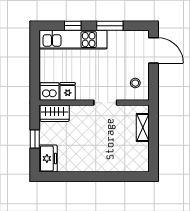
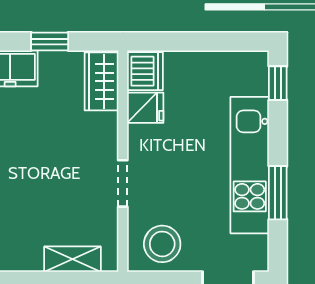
window: (73, 26) -> (278, 83), moved
kitchen unit: (73, 40) -> (250, 165), moved
stool: (135, 83) -> (162, 244), width x1.89, depth x1.89

